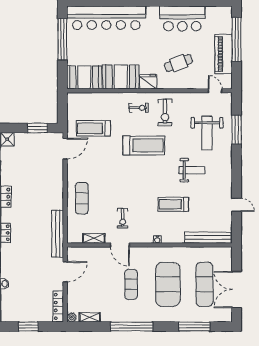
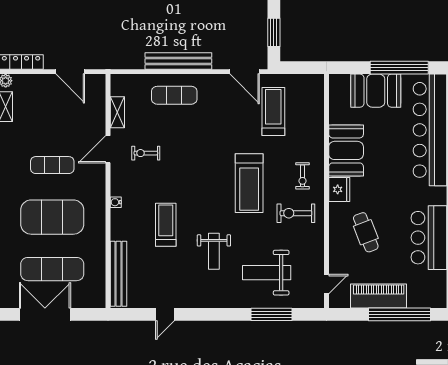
booth: (84, 77) -> (376, 91), moved, turned 90
bench: (58, 234) -> (178, 61), moved

